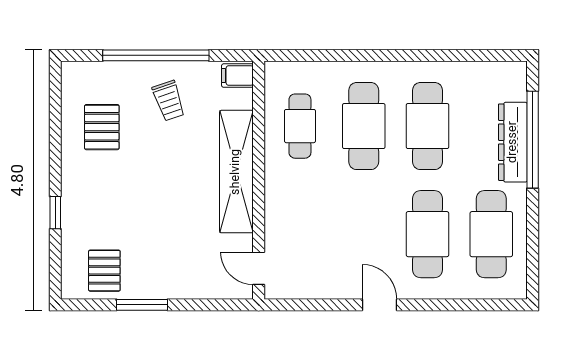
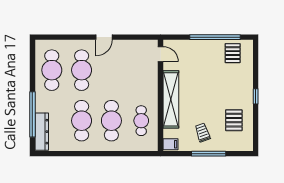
window: (156, 55) -> (209, 154), width x0.68
dresser: (513, 142) -> (42, 132), moved
window: (55, 213) -> (256, 96), moved
window: (142, 305) -> (215, 37), width x2.11
door: (379, 305) -> (104, 37), hinge flipped

